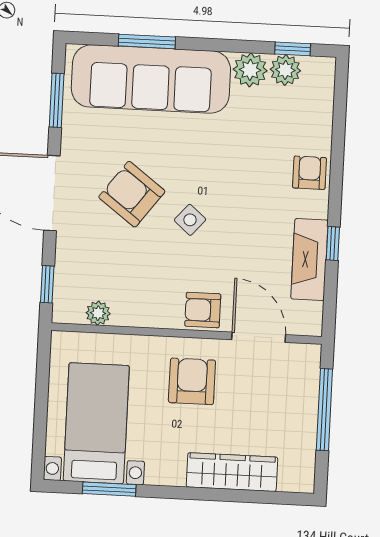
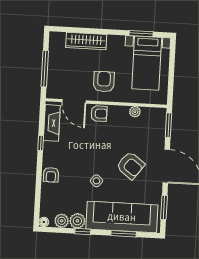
window: (293, 49) -> (83, 232), moved
floor lamp: (325, 67) -> (44, 222), added
side table: (190, 220) -> (96, 181), moved
fireplace: (309, 259) -> (52, 123), moved
window: (47, 284) -> (168, 125), width x1.50
plant: (98, 313) -> (135, 112), moved
armchair: (192, 381) -> (104, 82), turned 180

